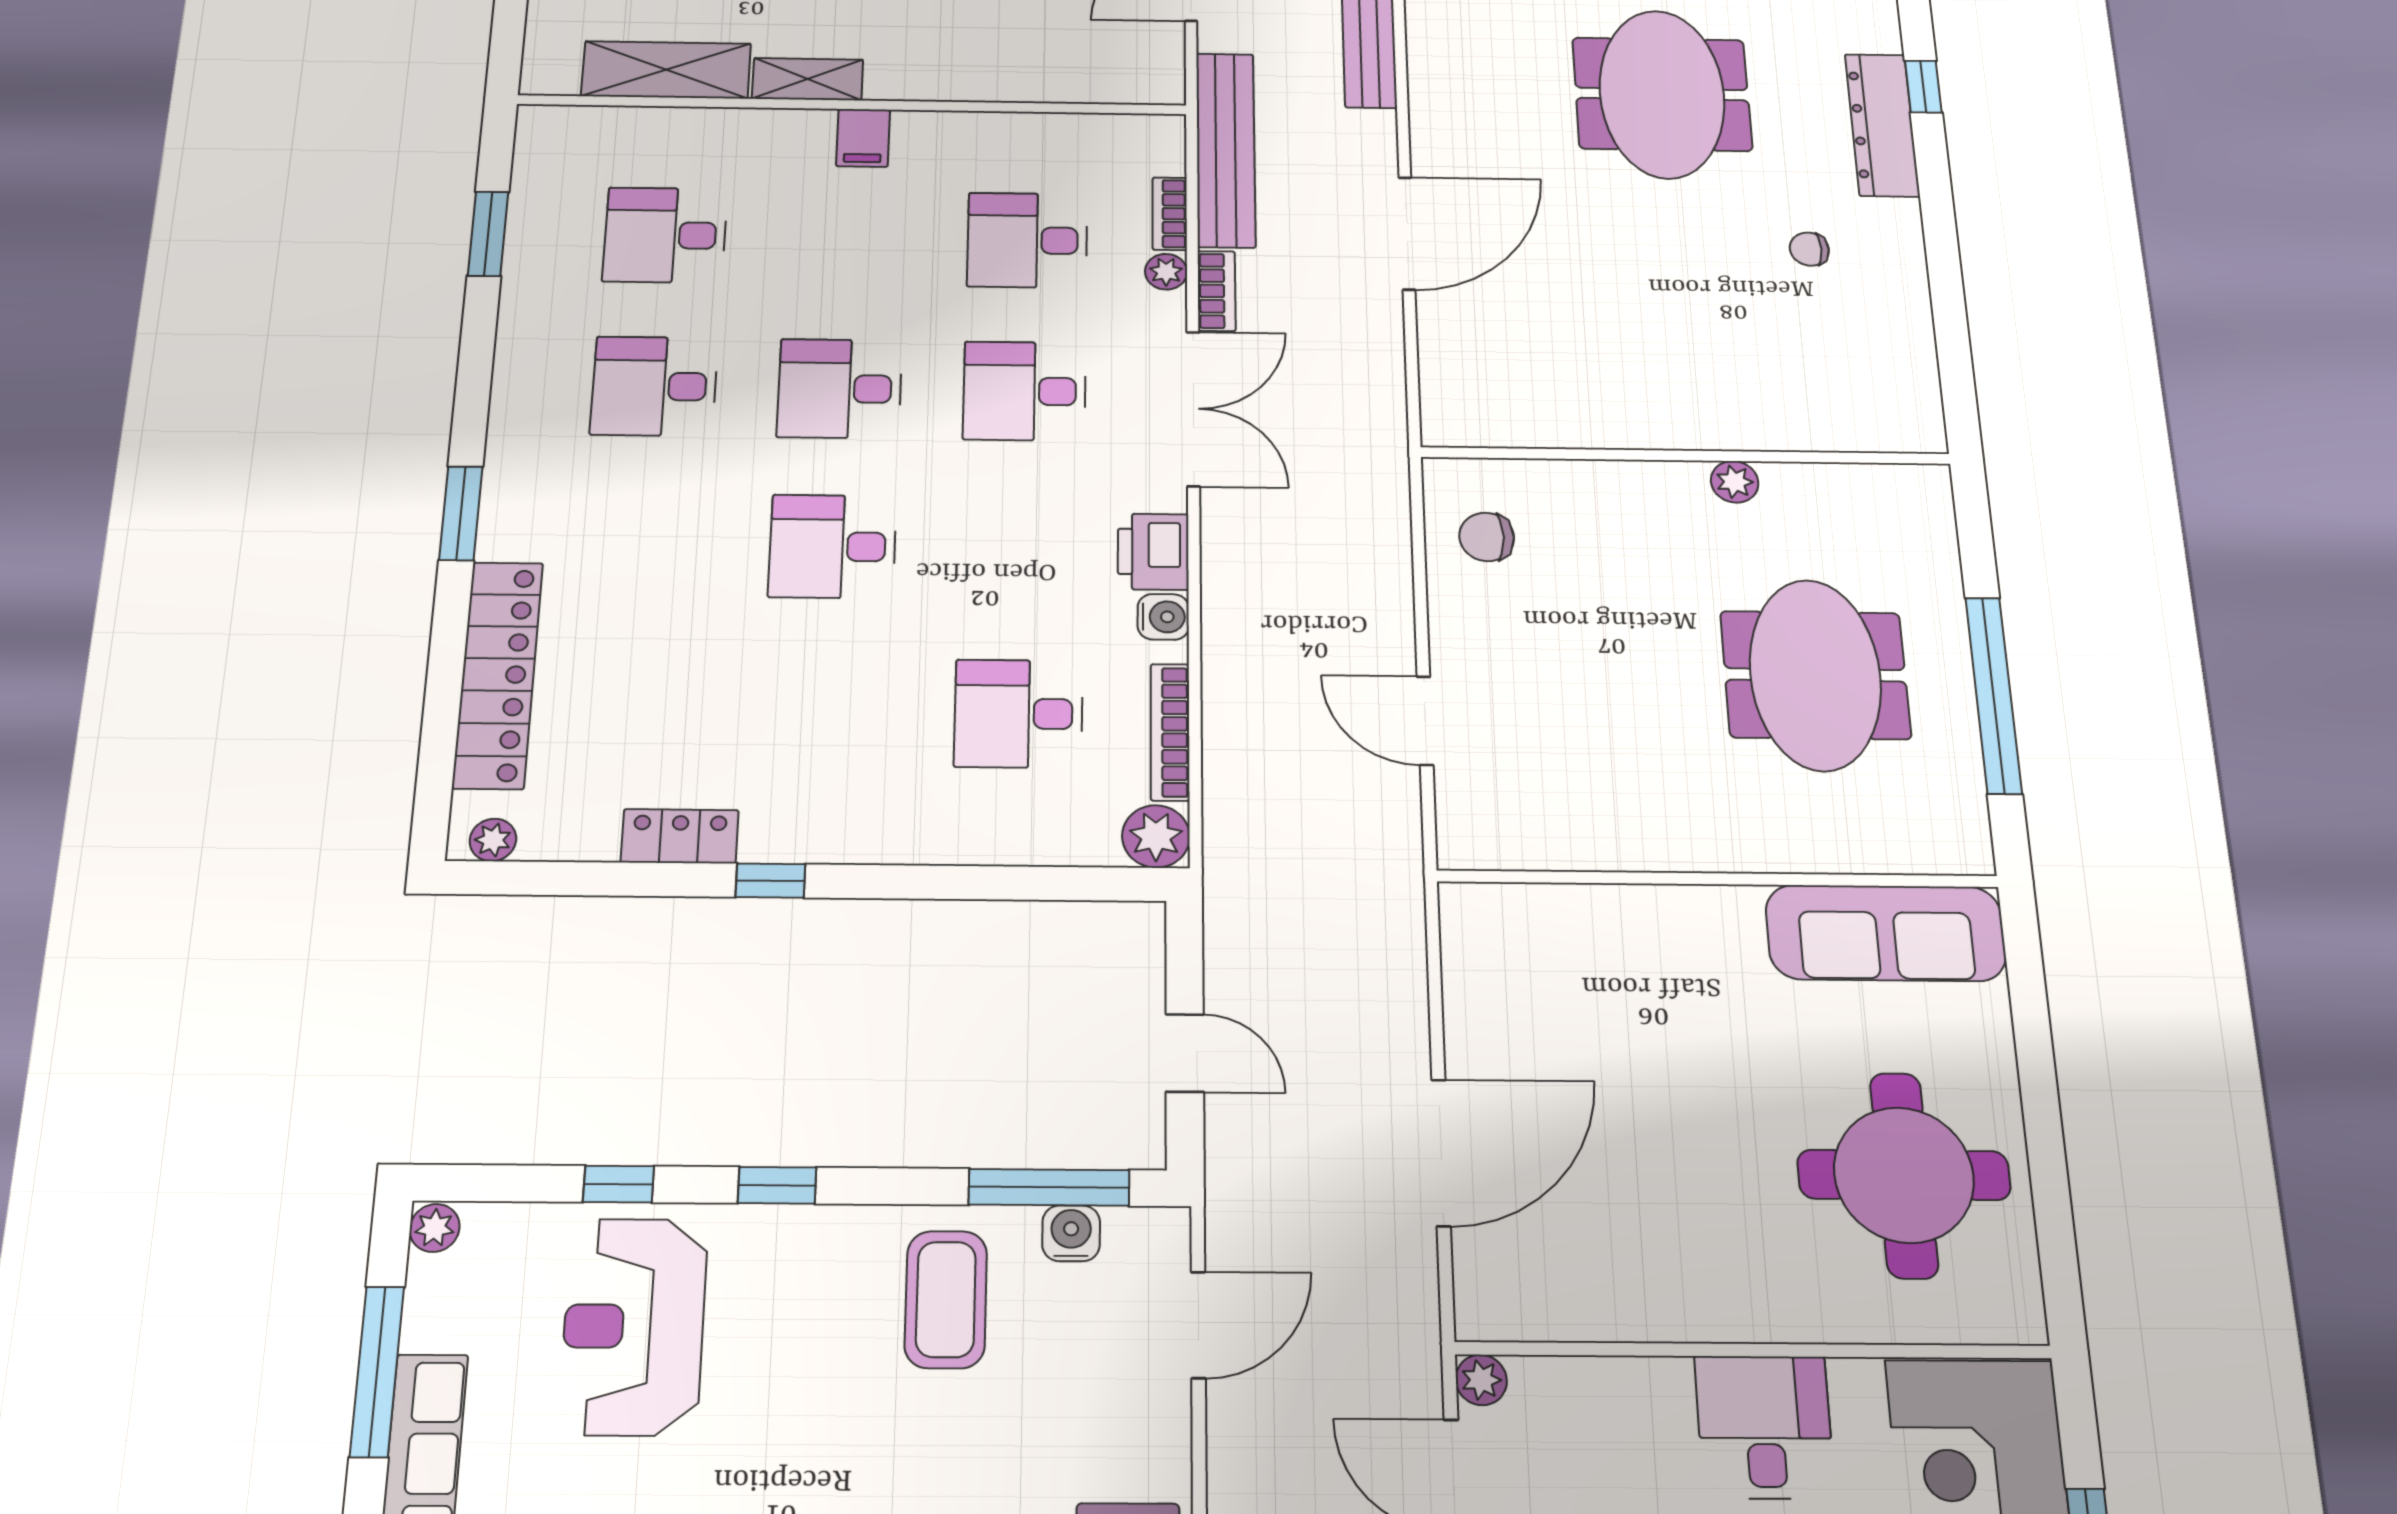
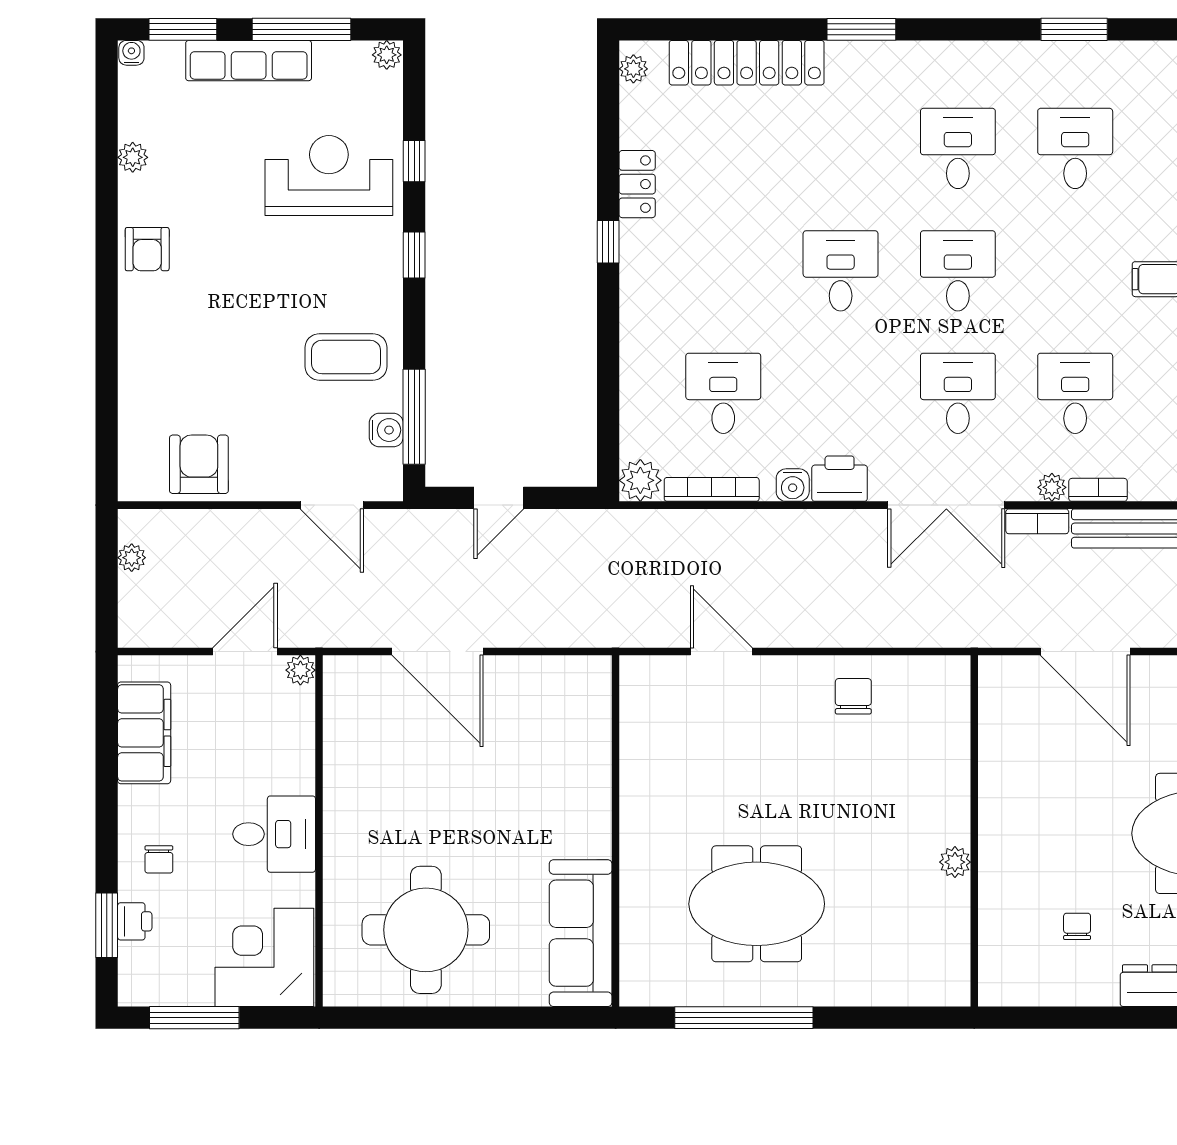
wall: (1686, 455) -> (974, 831), moved
plant: (1735, 482) -> (955, 862), moved
door: (1425, 721) -> (721, 652), hinge flipped

